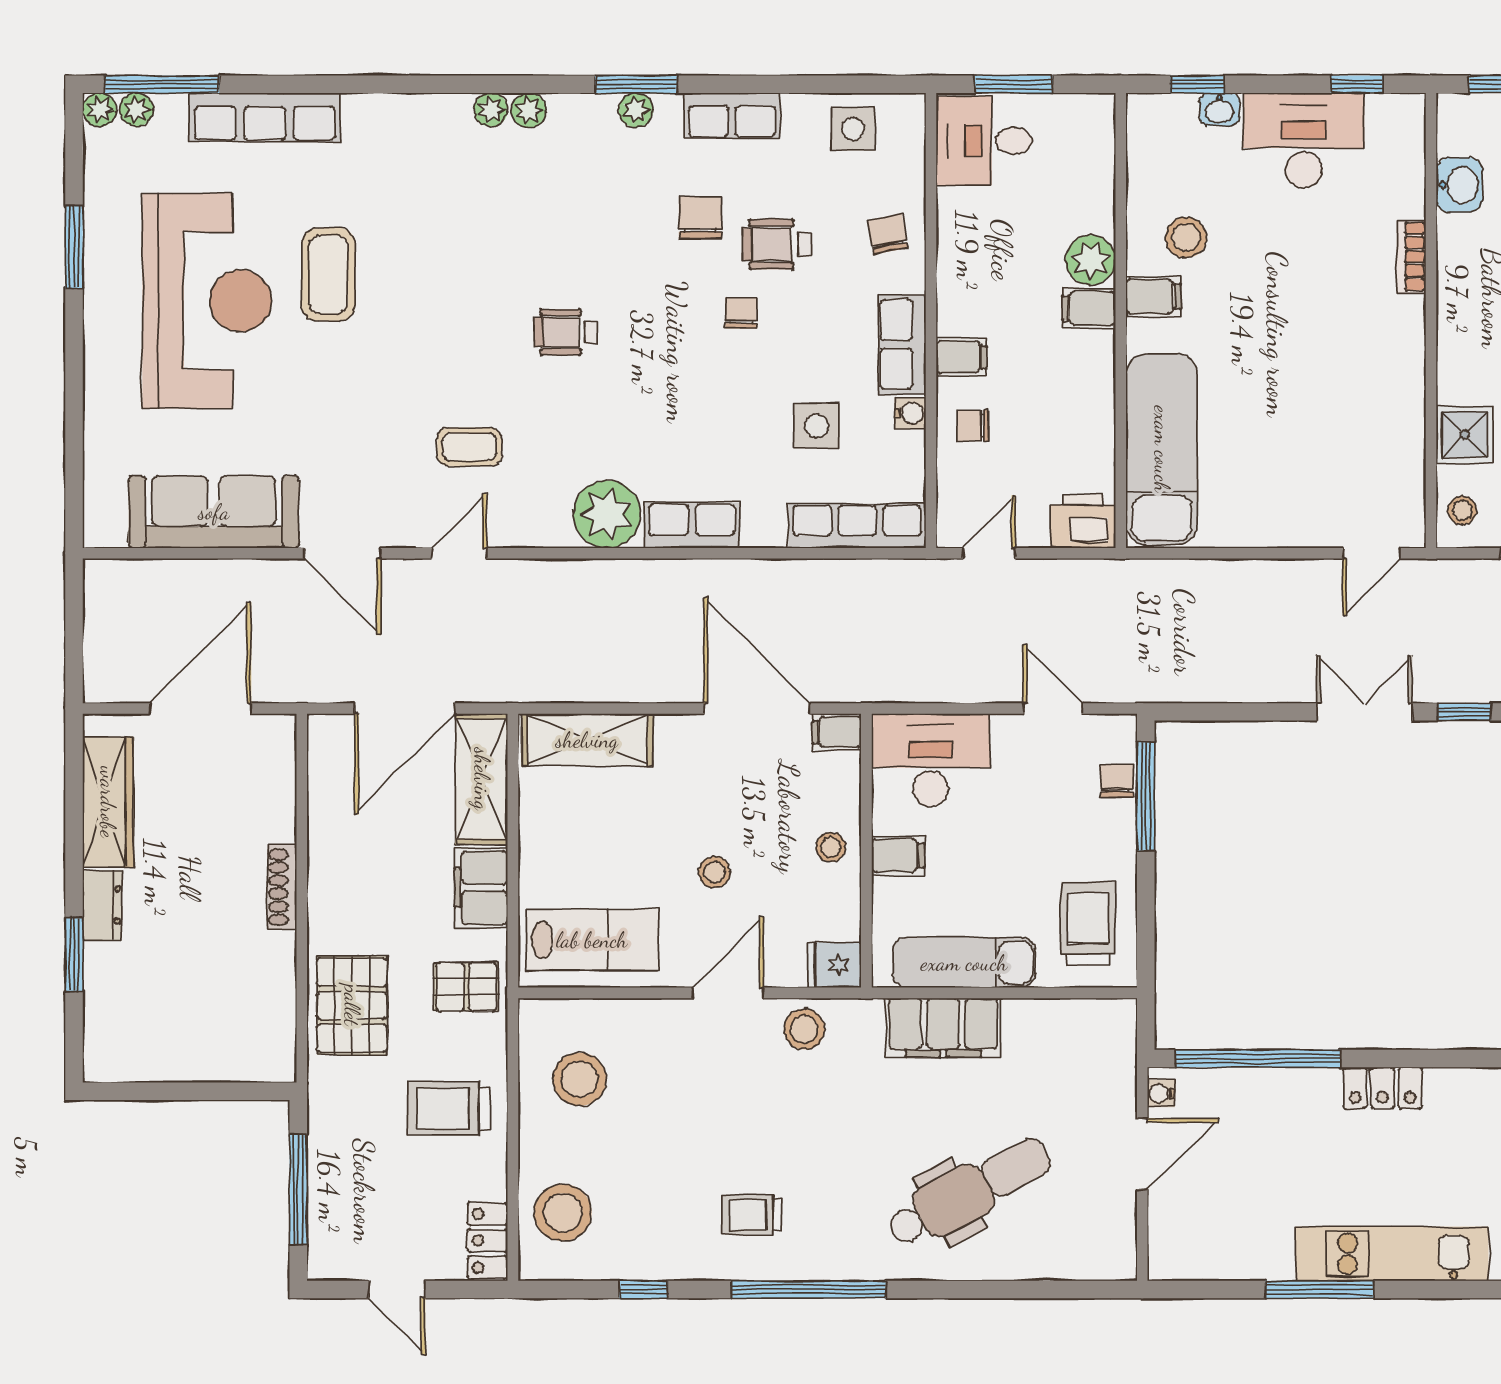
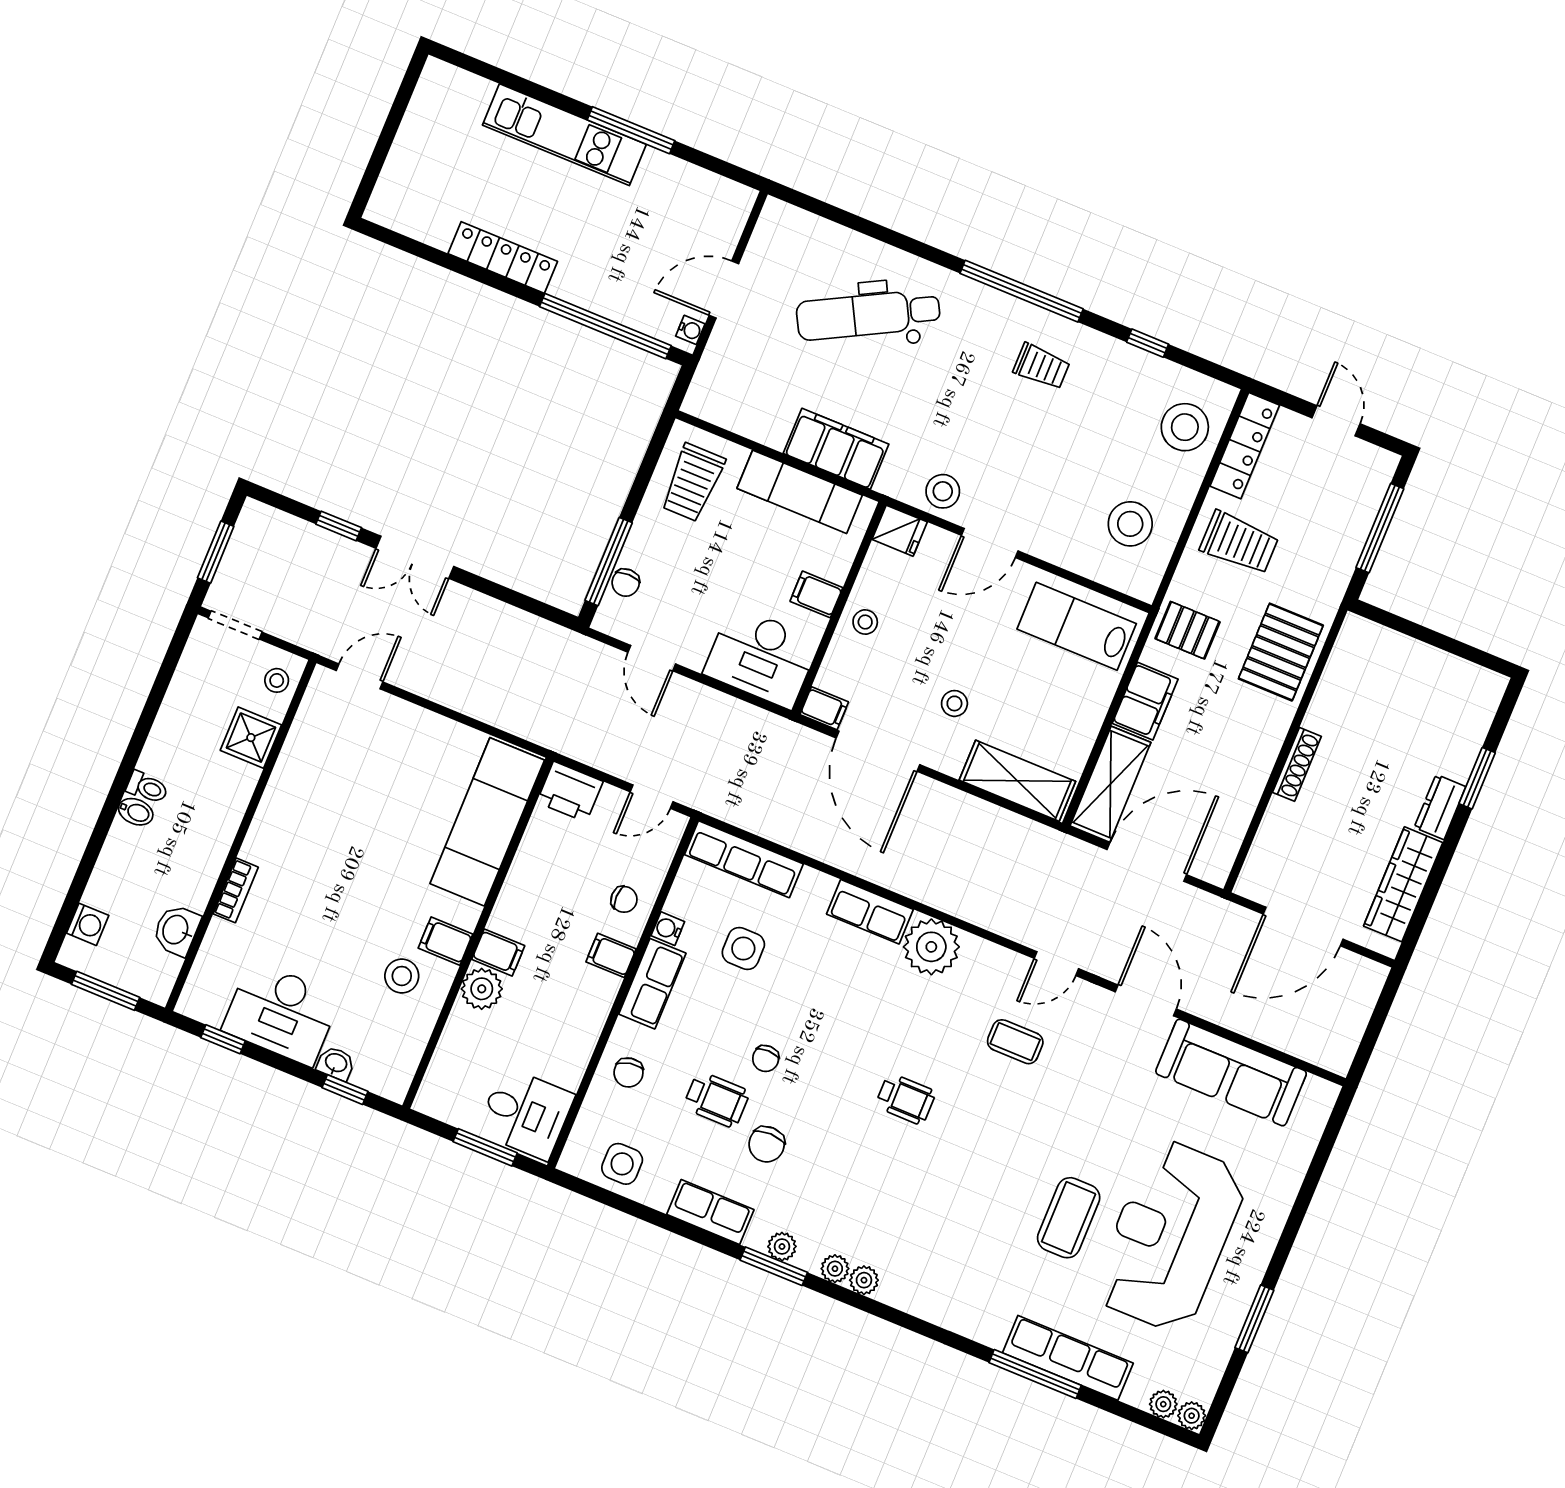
window: (162, 84) -> (1035, 1374), moved
plant: (491, 110) -> (835, 1269), moved
stool: (714, 872) -> (954, 703), moved
locker: (1383, 1088) -> (503, 257), width x1.53
locker: (487, 1241) -> (1245, 446), width x1.53

